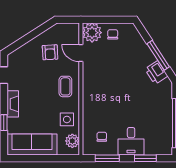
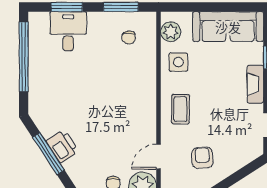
door: (81, 53) -> (159, 157), swing flipped
printer: (156, 73) -> (62, 146), moved
desk: (131, 141) -> (68, 31), moved

